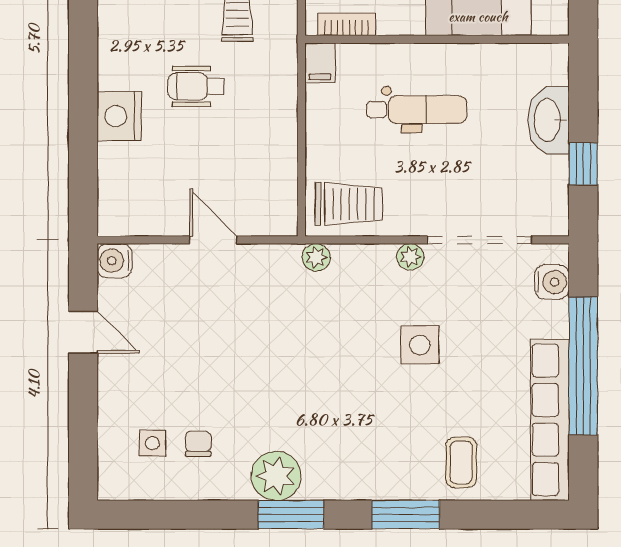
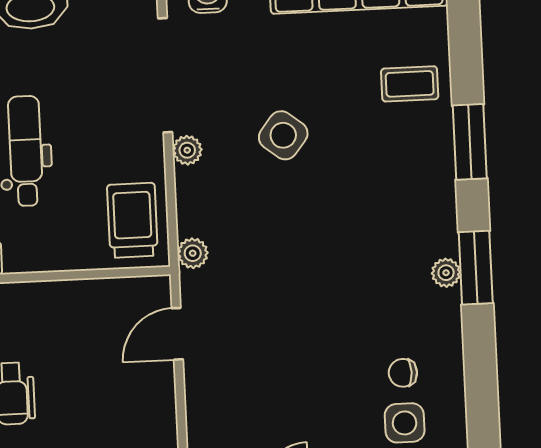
door: (213, 240) -> (177, 334), moved
side table: (420, 345) -> (283, 135), turned 38
side table: (152, 443) -> (405, 423), width x1.37, depth x1.37
plant: (276, 476) -> (446, 273), width x0.53, depth x0.53

